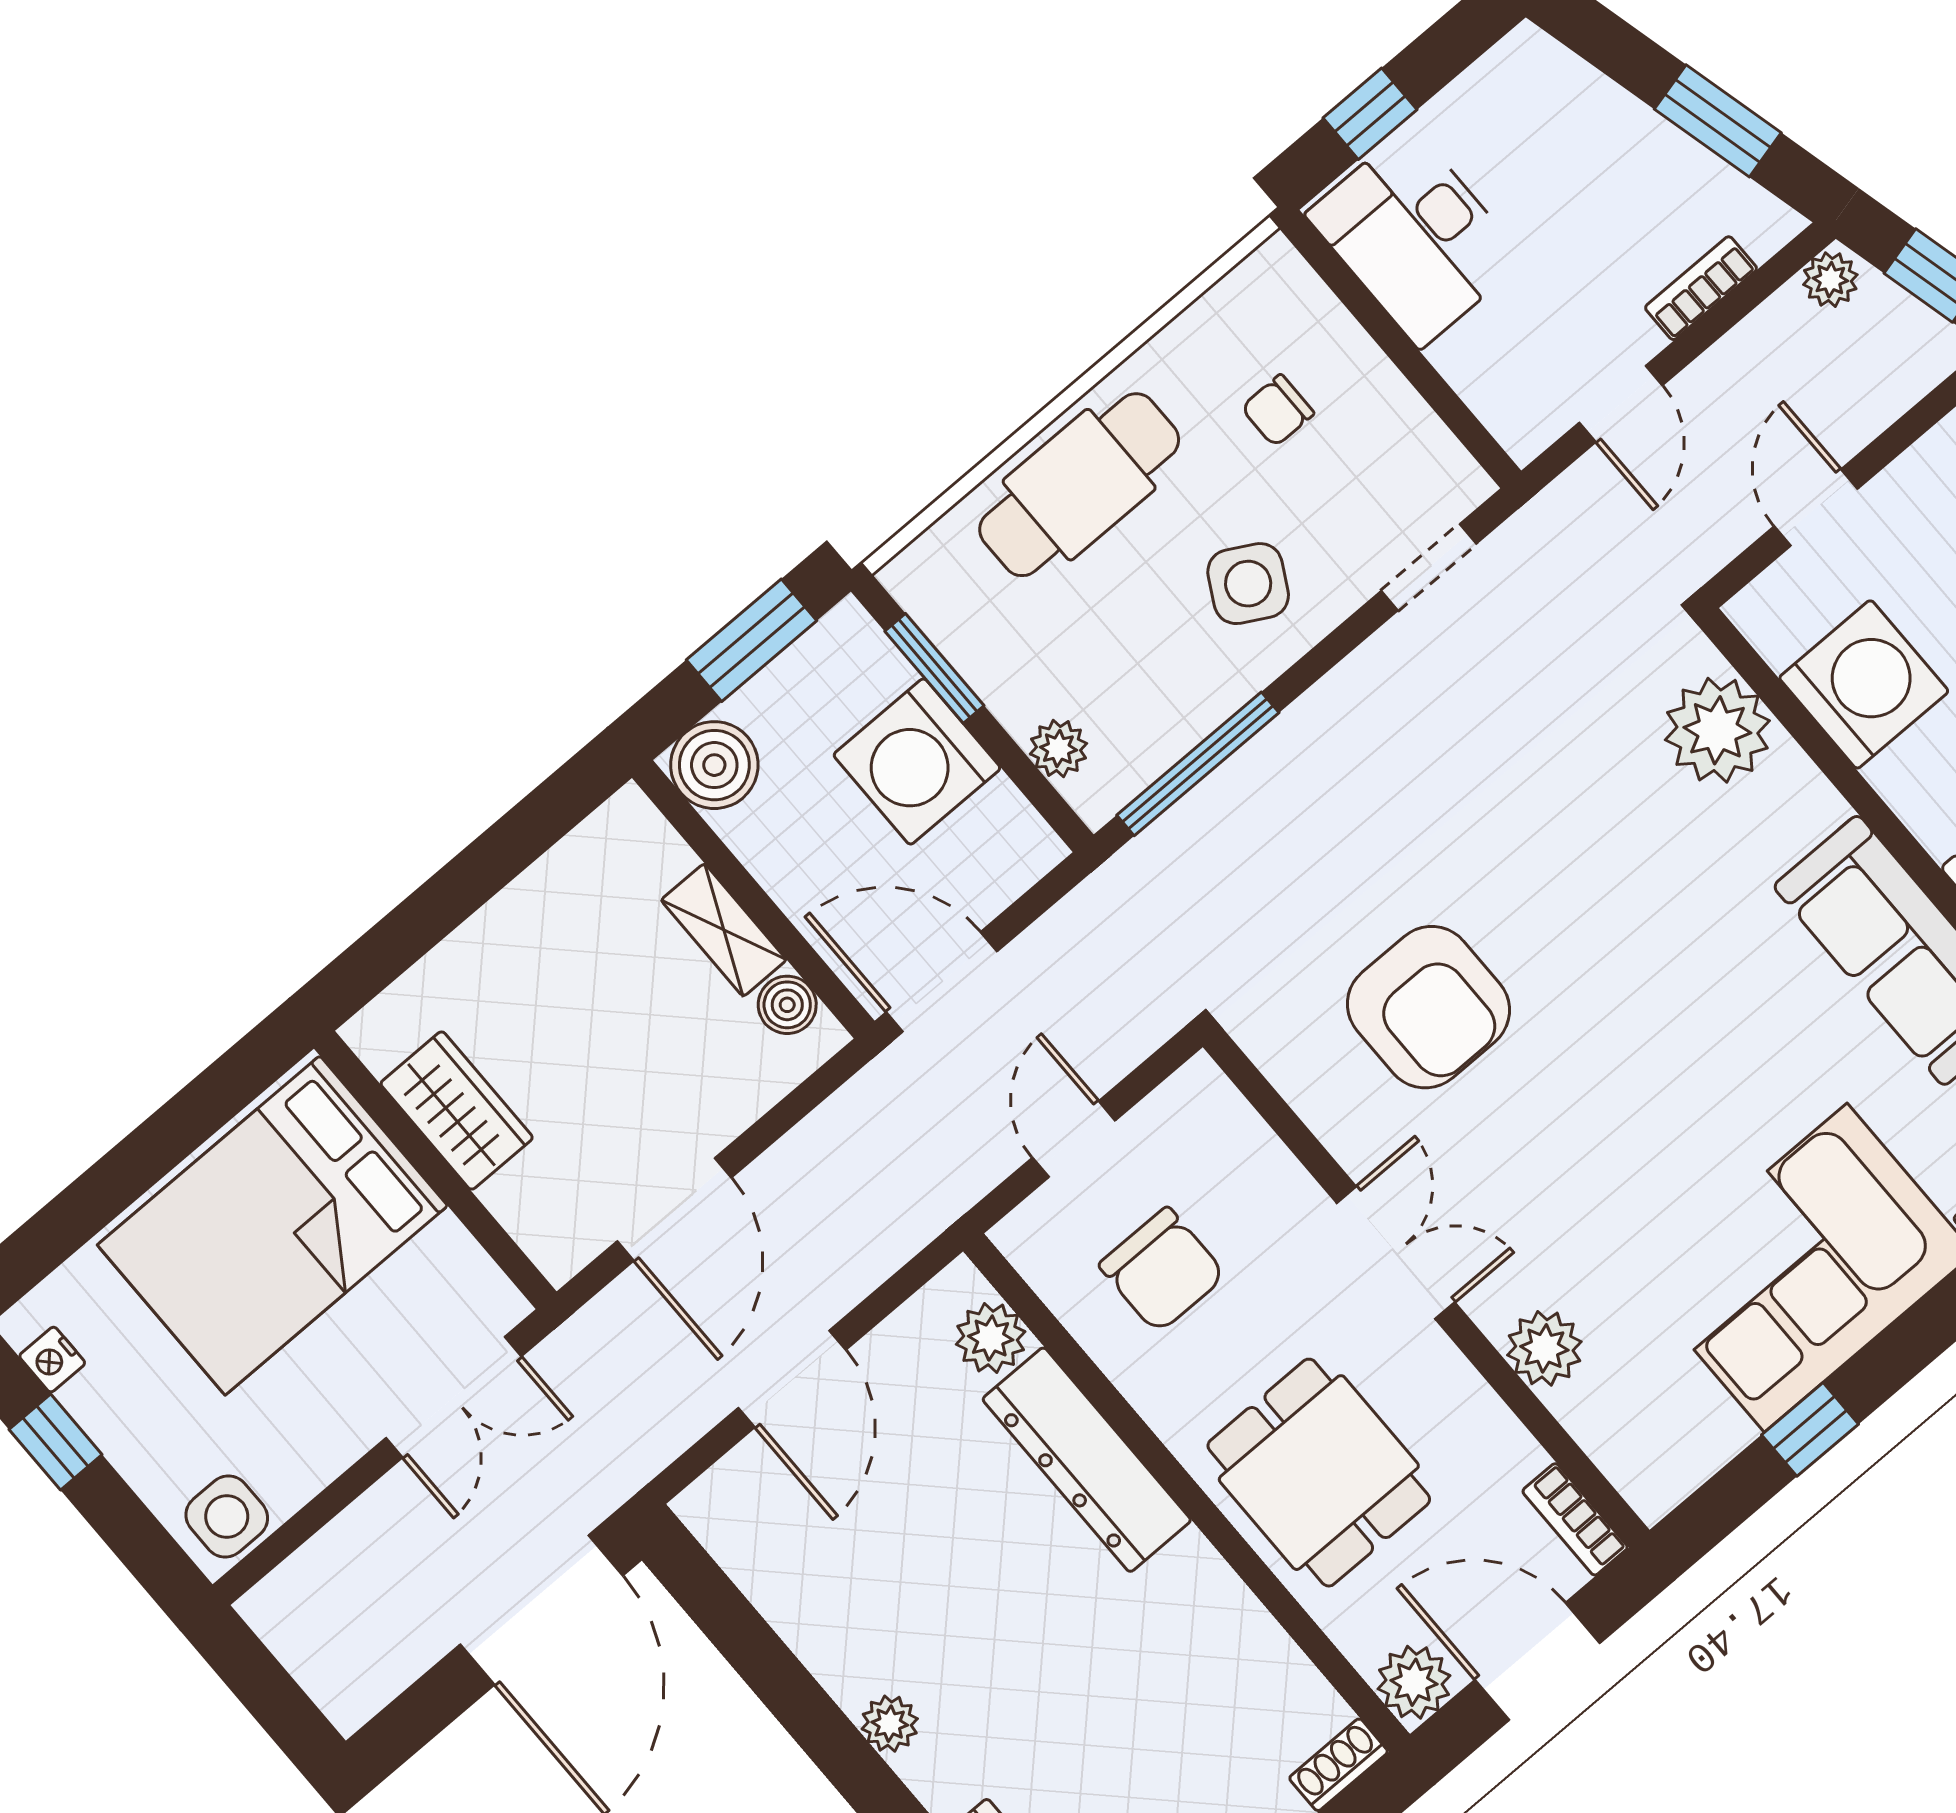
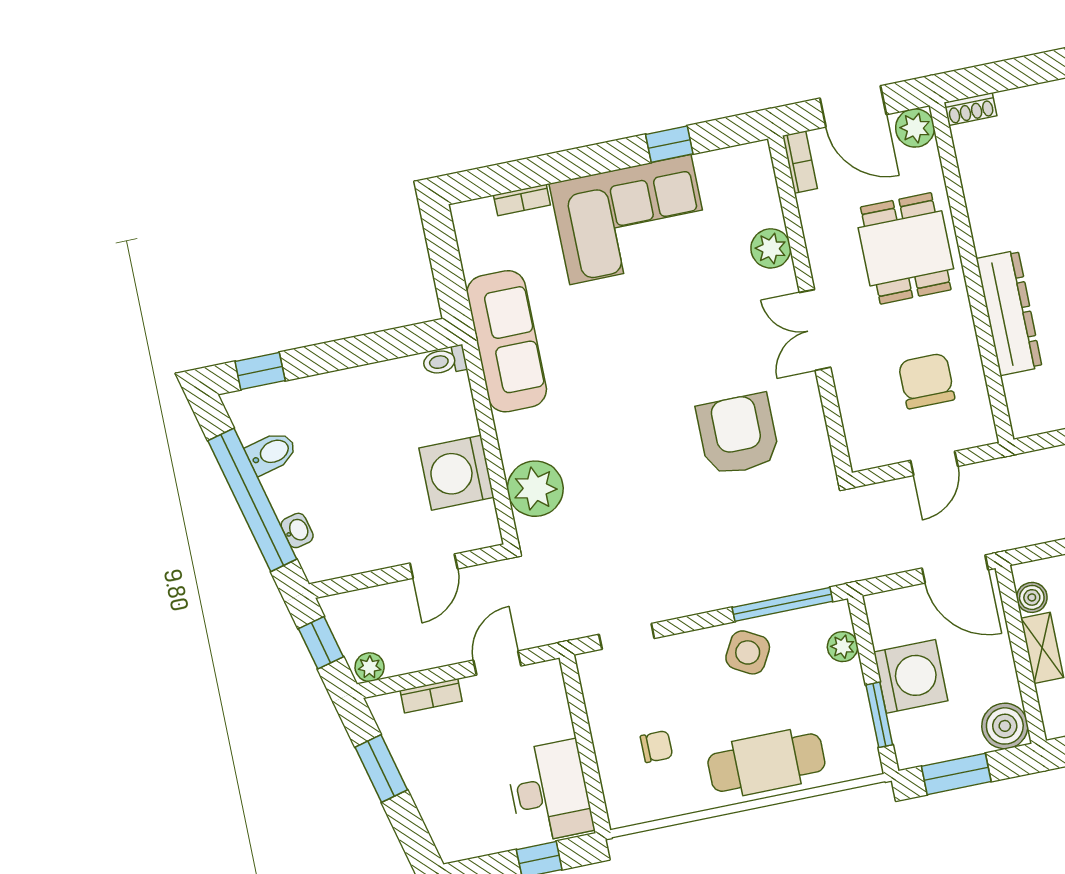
side table: (1248, 584) -> (748, 652), moved
plant: (991, 1338) -> (1023, 393), removed

